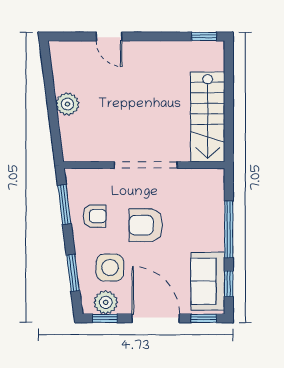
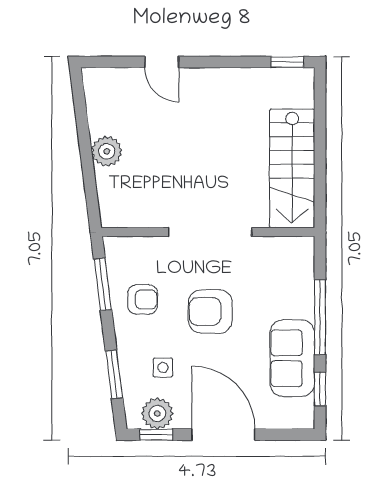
side table: (110, 268) -> (163, 367), width x0.54, depth x0.54
sofa: (208, 281) -> (292, 358), moved
window: (204, 318) -> (287, 435), removed

